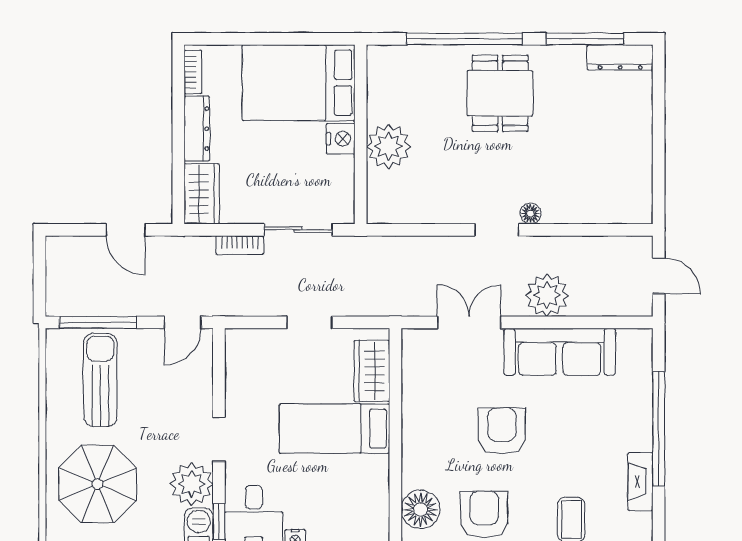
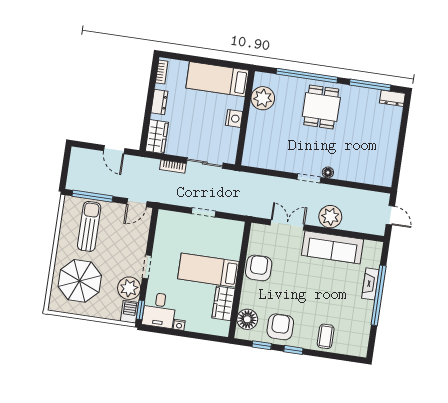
dresser: (620, 57) -> (392, 98), width x0.70
bed: (299, 83) -> (217, 79), width x0.67
dresser: (197, 129) -> (159, 102), width x0.70
plant: (389, 146) -> (263, 98), moved
wardrobe: (372, 371) -> (223, 303), moved
armchair: (502, 431) -> (259, 268), moved
fireplace: (640, 482) -> (370, 284), moved

